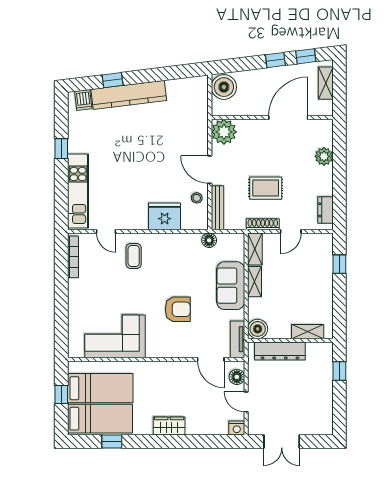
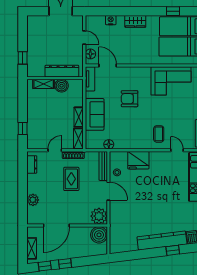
boiler: (224, 87) -> (99, 235), moved
rug: (266, 188) -> (71, 179), turned 90
boiler: (258, 329) -> (62, 86), moved
nightstand: (237, 428) -> (111, 20), moved

